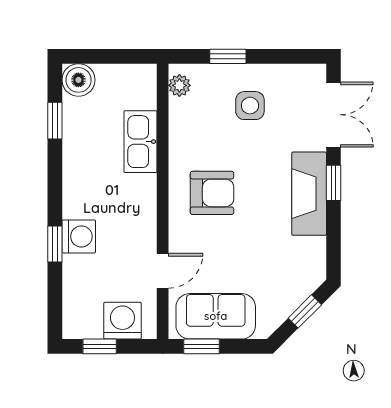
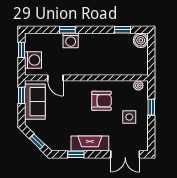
kitchen sink: (140, 142) -> (113, 68), removed
window: (333, 183) -> (76, 154), moved
armchair: (212, 193) -> (101, 101), moved, turned -90

